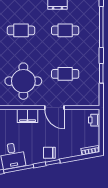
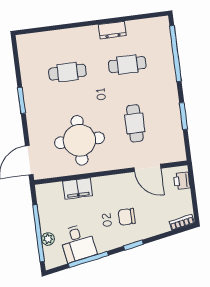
cafe table: (65, 74) -> (135, 123), turned 90
door: (54, 108) -> (147, 168), moved
filing cabinet: (28, 116) -> (78, 188), moved
chair: (49, 153) -> (127, 217), moved

